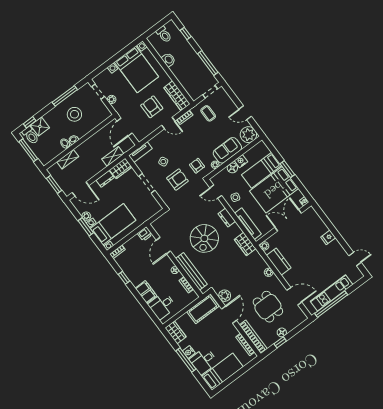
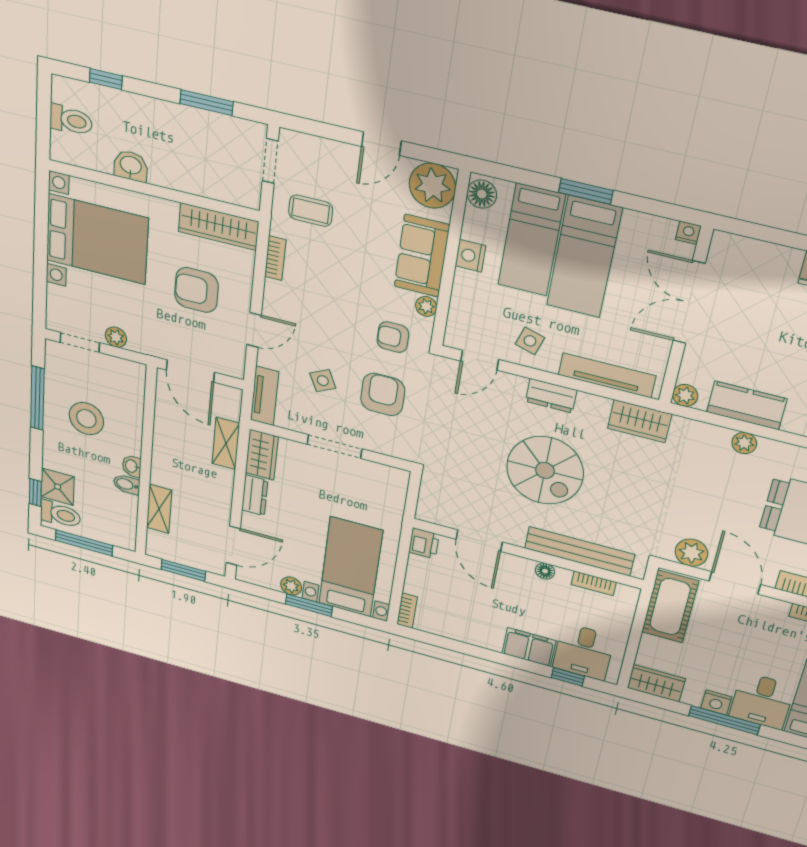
window: (208, 63) -> (206, 103), width x0.69
door: (168, 123) -> (254, 330), moved
floor lamp: (232, 168) -> (482, 194), moved
bed: (274, 190) -> (584, 257), width x0.67
window: (124, 278) -> (568, 677), moved

